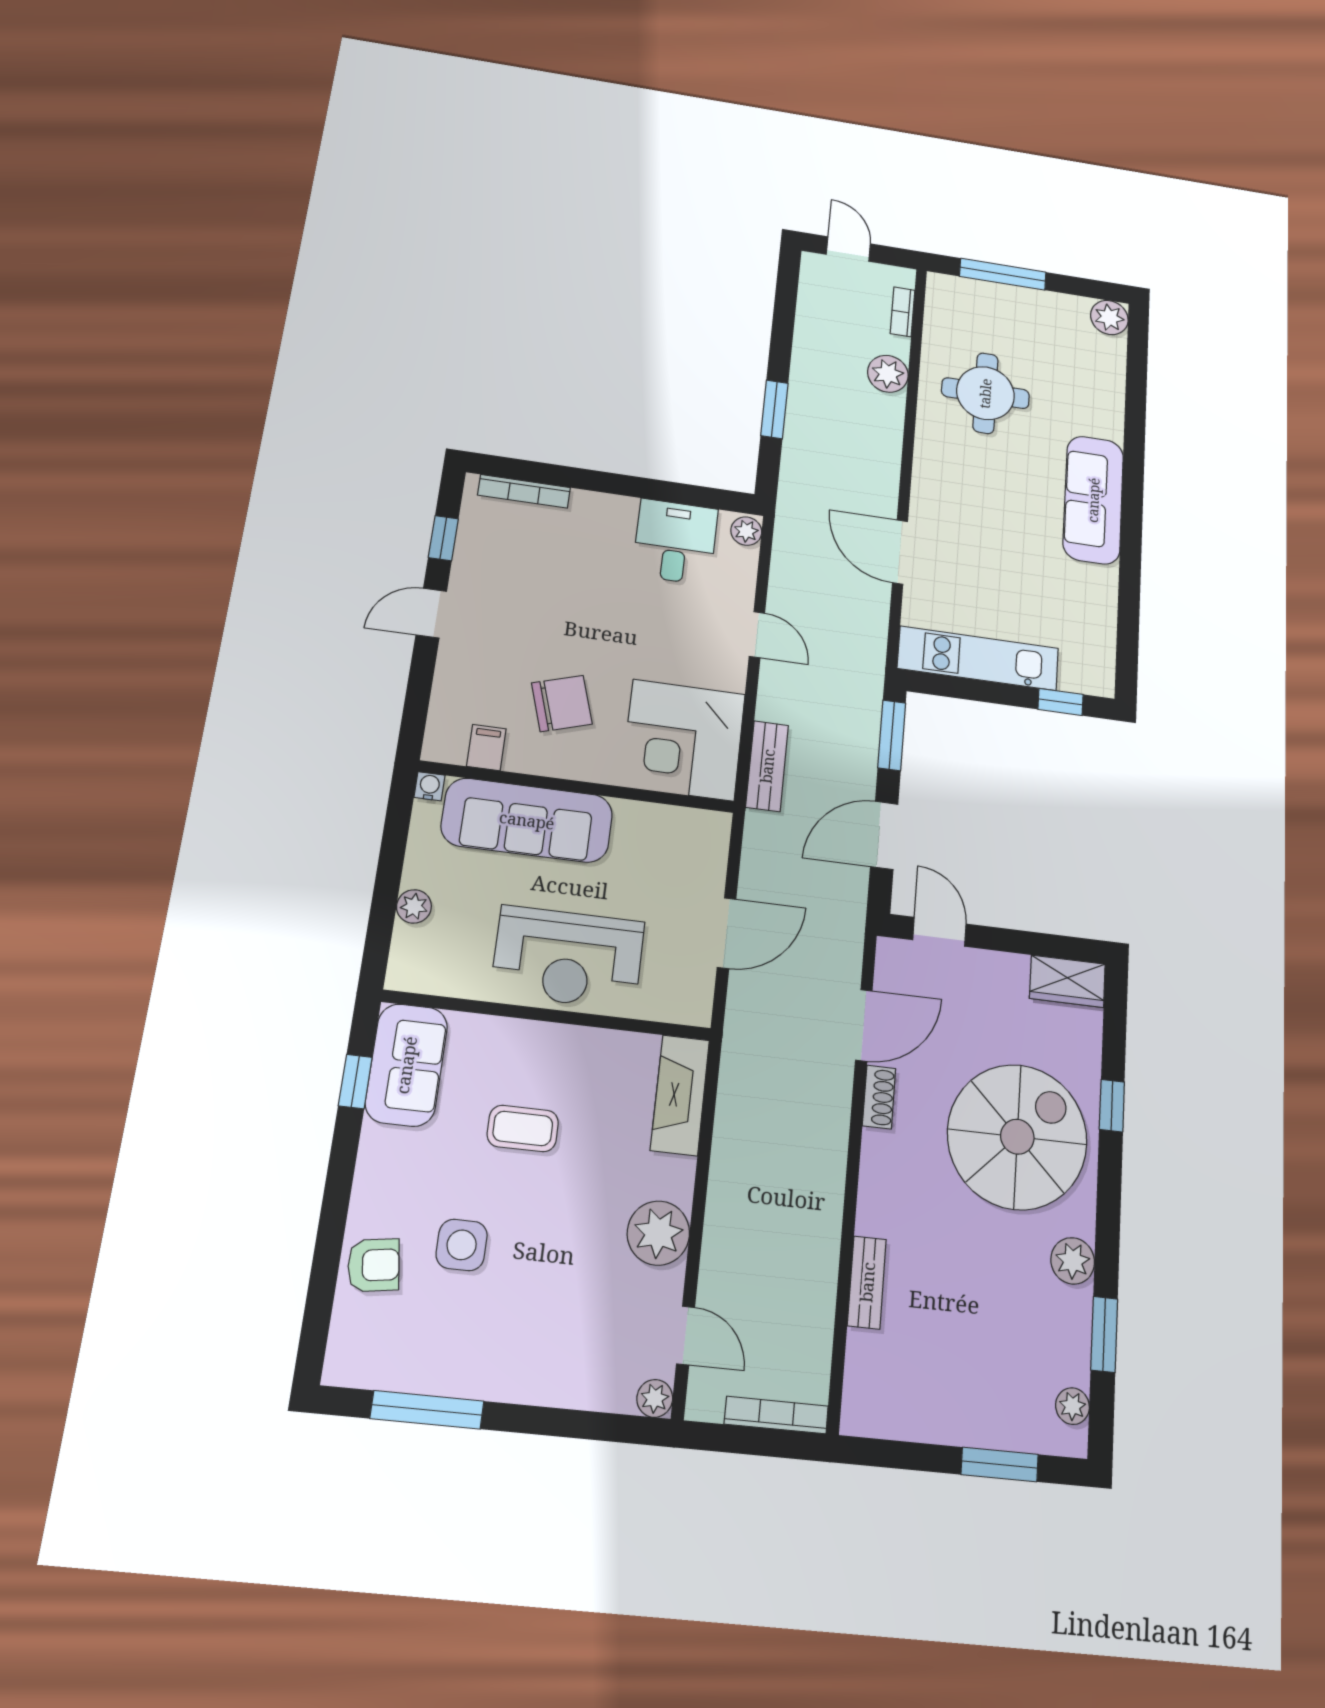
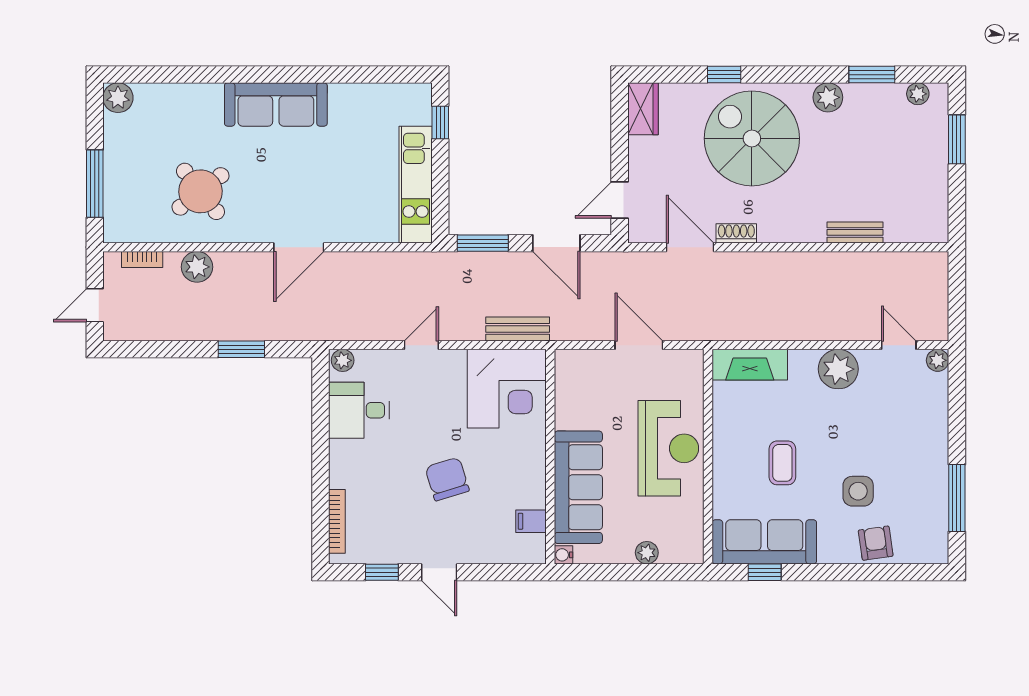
round table: (985, 393) -> (200, 191), turned -38
door: (900, 552) -> (299, 247), moved
chair: (562, 704) -> (447, 479), moved
sofa: (406, 1065) -> (764, 542), width x1.36
door: (686, 1336) -> (899, 345), hinge flipped
bookcase: (776, 1415) -> (940, 284), removed

